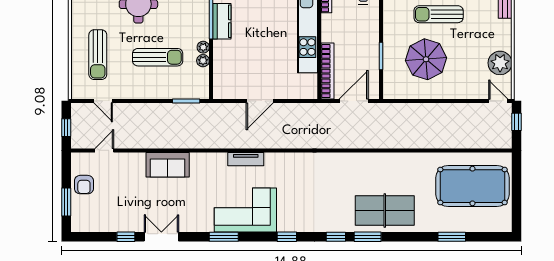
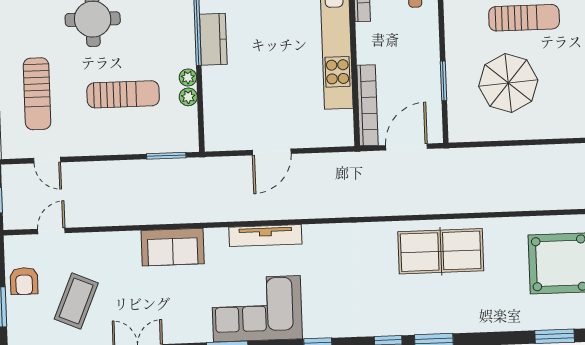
sun lounger: (439, 14) -> (524, 18), turned 180
tv unit: (246, 159) -> (265, 236), width x1.41
sofa: (168, 165) -> (173, 247), moved
coffee table: (120, 200) -> (76, 301), added
table tennis table: (385, 210) -> (441, 251), moved

